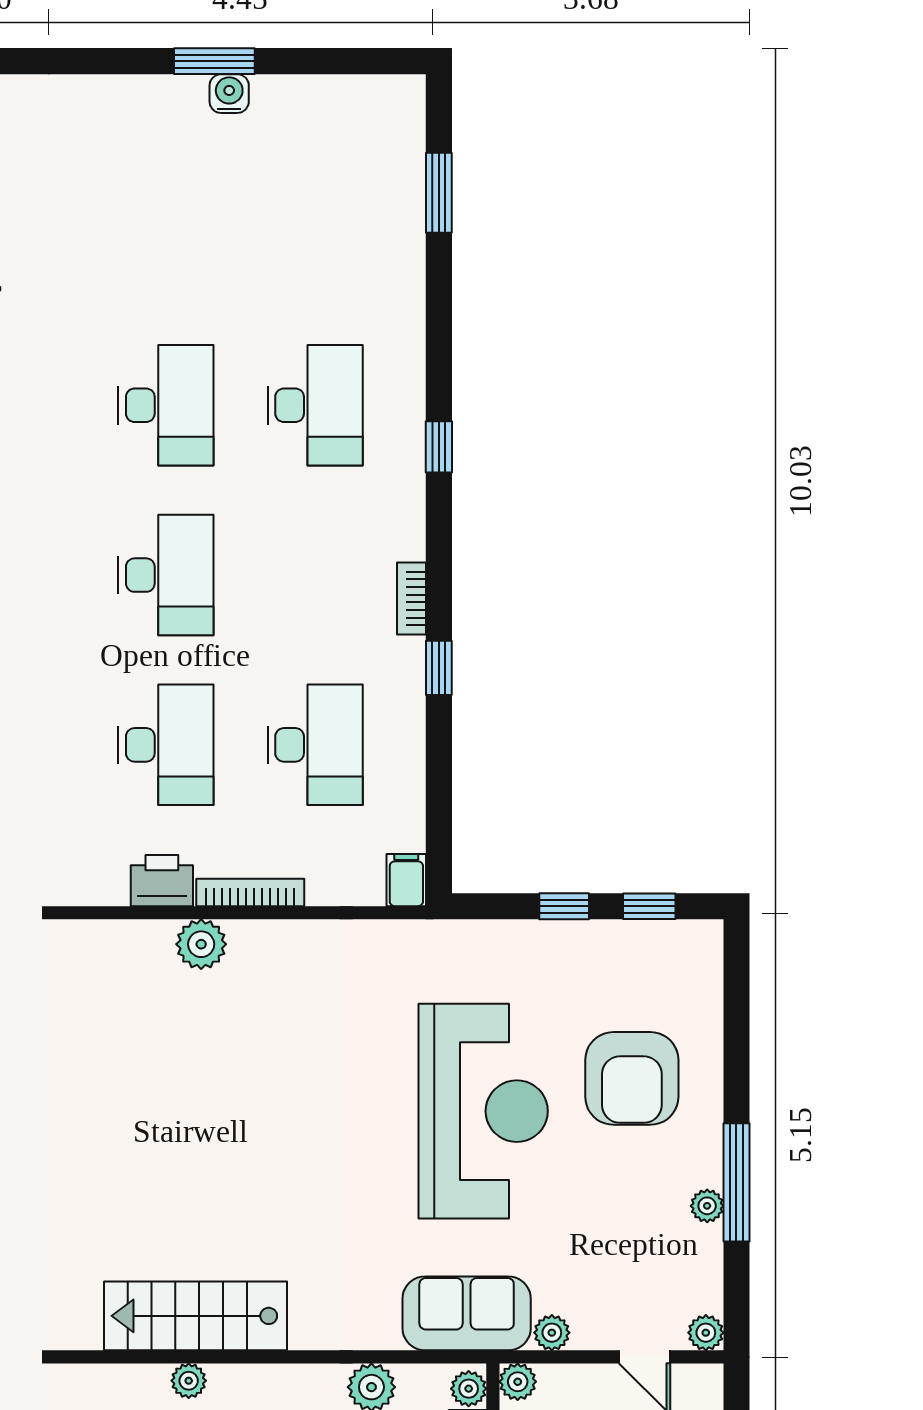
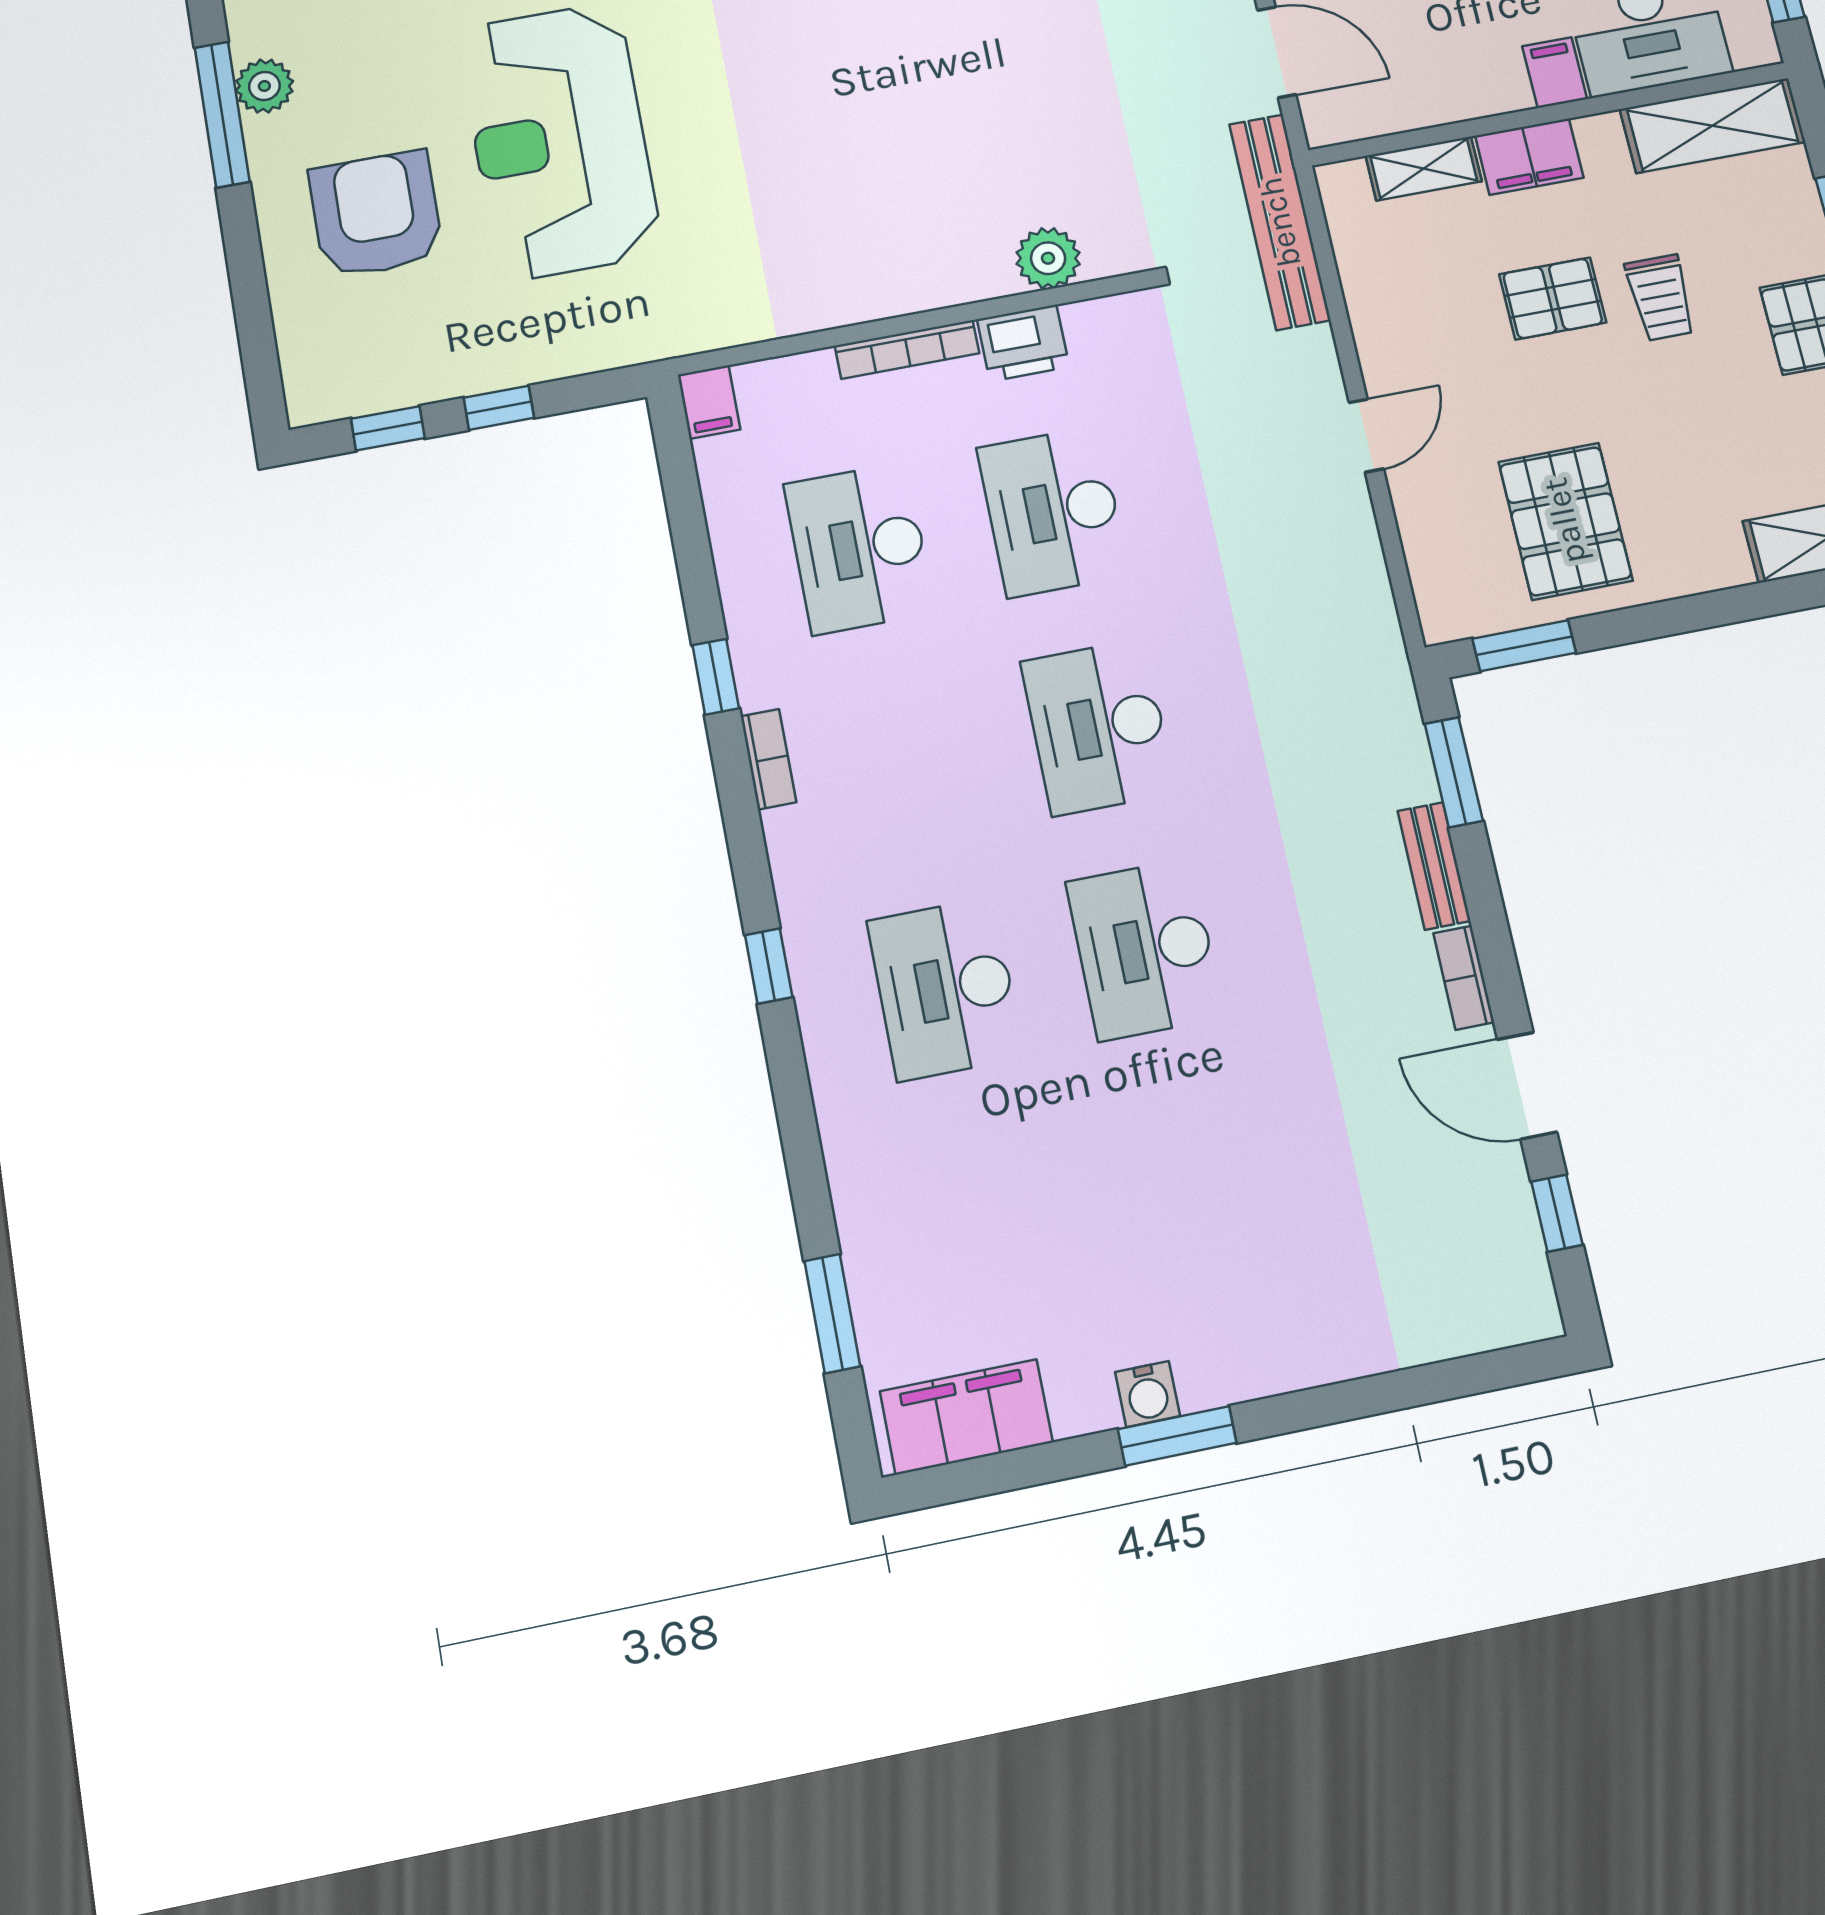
filing cabinet: (359, 103) -> (966, 1417), added
plant: (201, 944) -> (1048, 258), moved
plant: (707, 1206) -> (264, 86), width x1.38, depth x1.38

